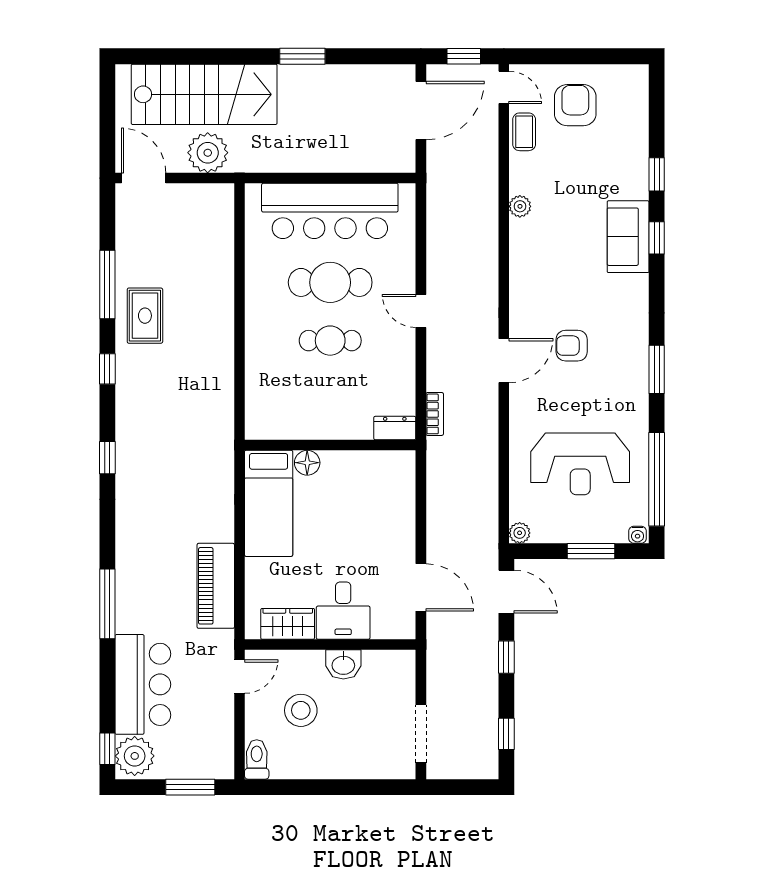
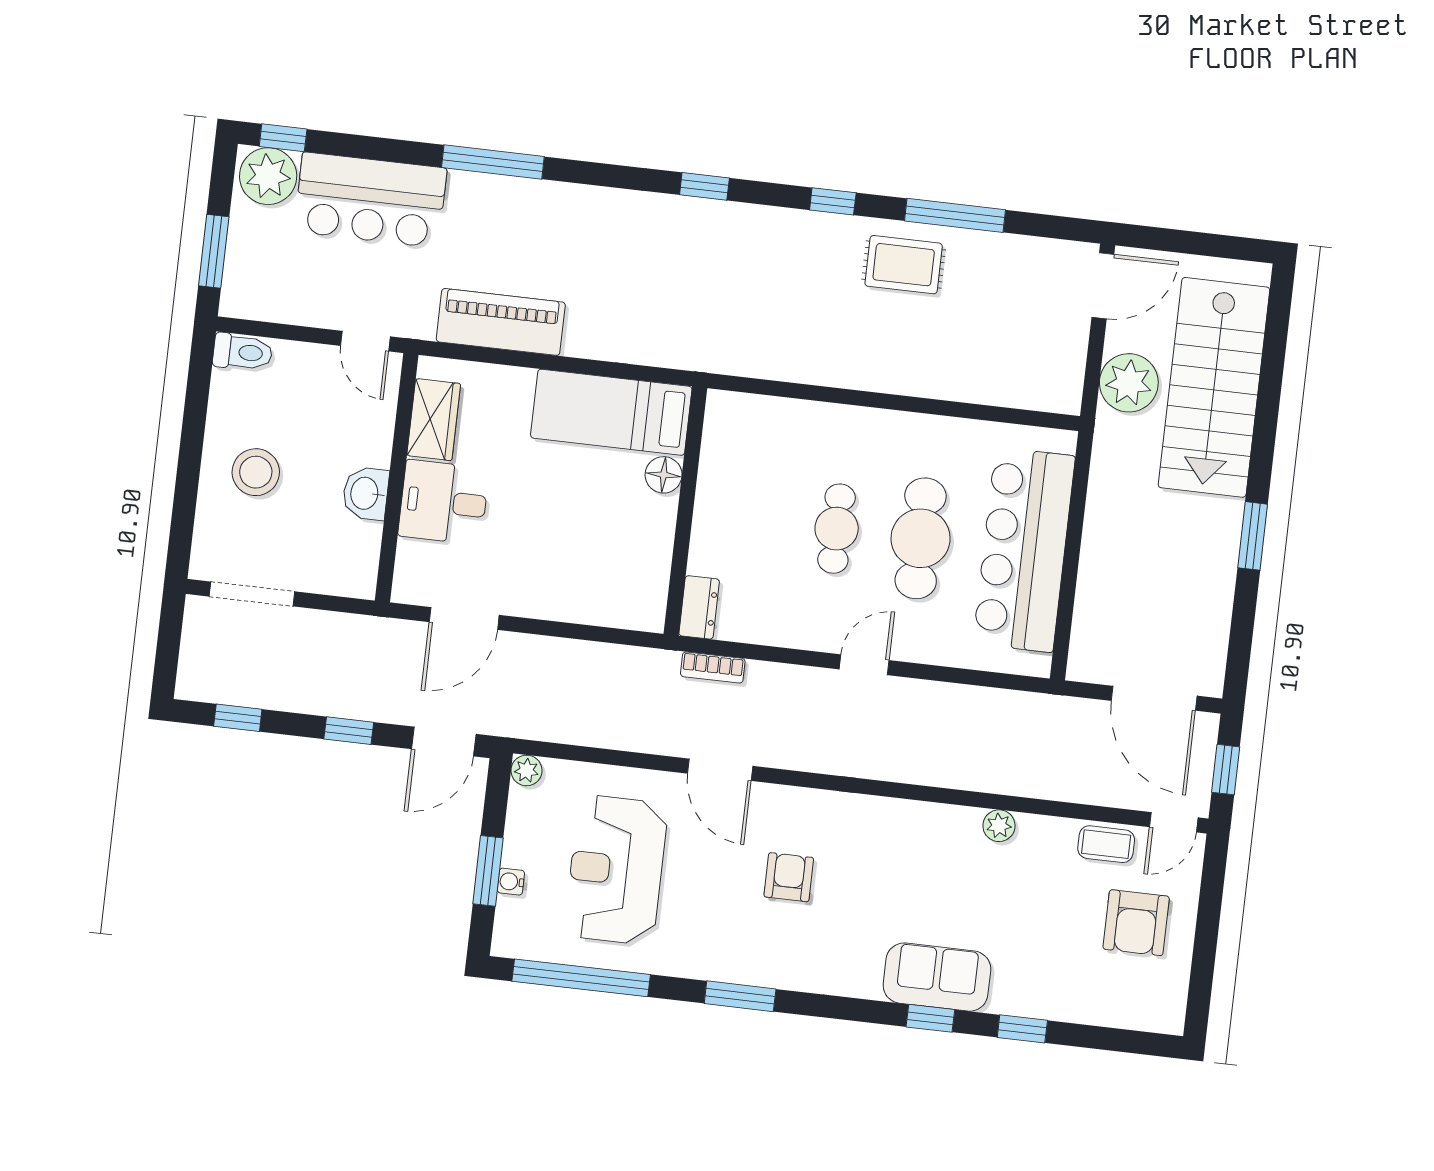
armchair: (575, 105) -> (1136, 923), turned 90
door: (504, 361) -> (720, 770), moved
water cooler: (638, 535) -> (511, 882), moved
stool: (301, 710) -> (256, 472), moved

